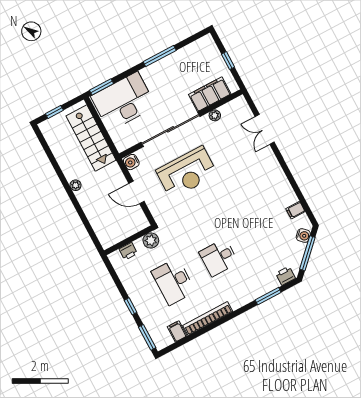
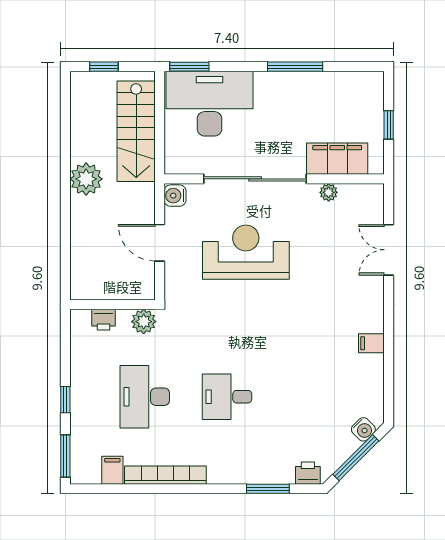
reception desk: (187, 172) -> (246, 252), turned 180
plant: (76, 185) -> (86, 179), width x1.88, depth x1.88
filing cabinet: (295, 210) -> (371, 343), moved

